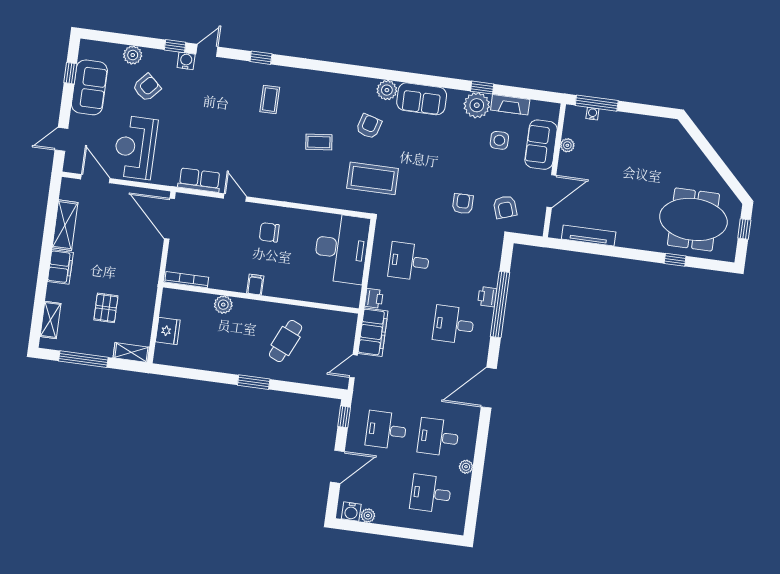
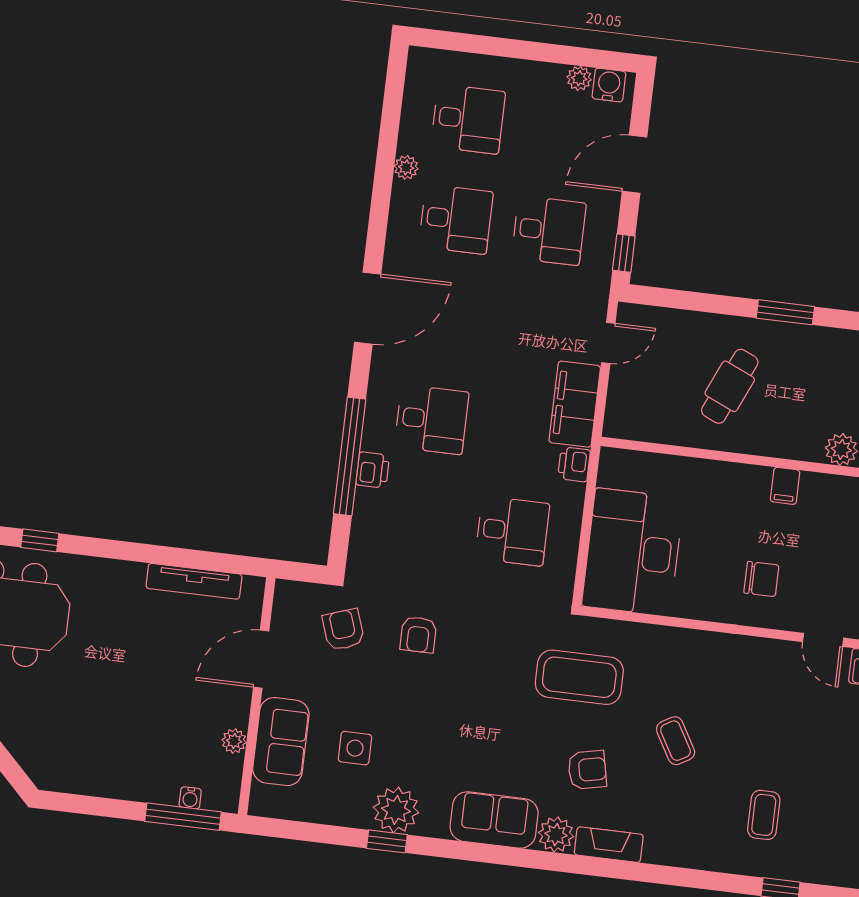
fireplace: (510, 105) -> (609, 845), moved
armchair: (369, 126) -> (587, 770), turned -118
coffee table: (319, 142) -> (676, 741), turned 66

